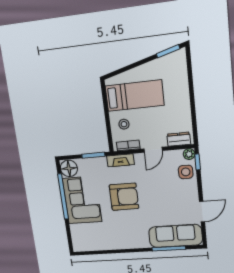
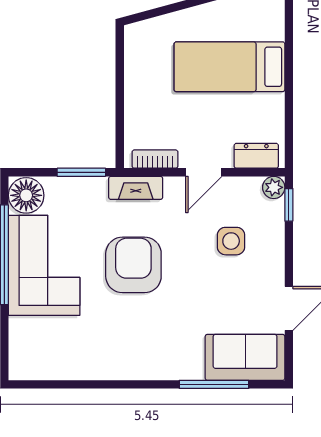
bed: (135, 96) -> (229, 67), moved, turned 180
stool: (124, 124) -> (152, 116), removed
side table: (186, 172) -> (231, 241), moved
armchair: (124, 197) -> (133, 265), turned -90
sofa: (175, 236) -> (245, 357), width x0.73

